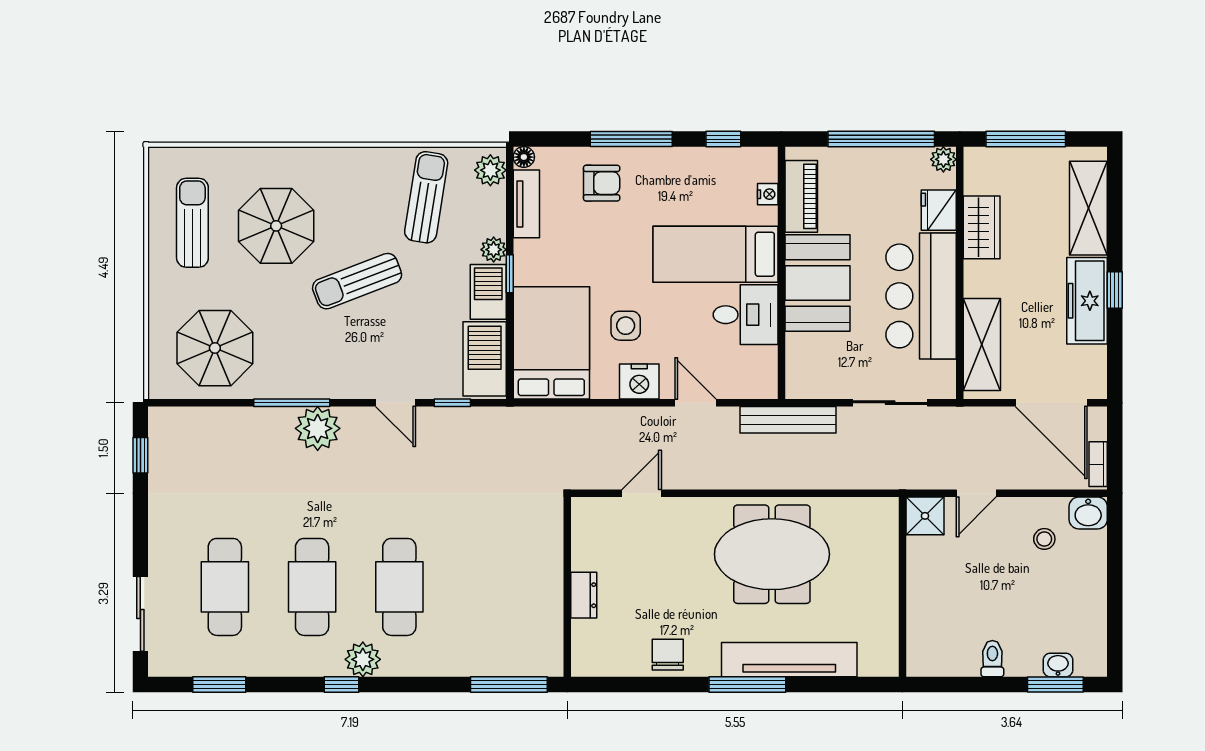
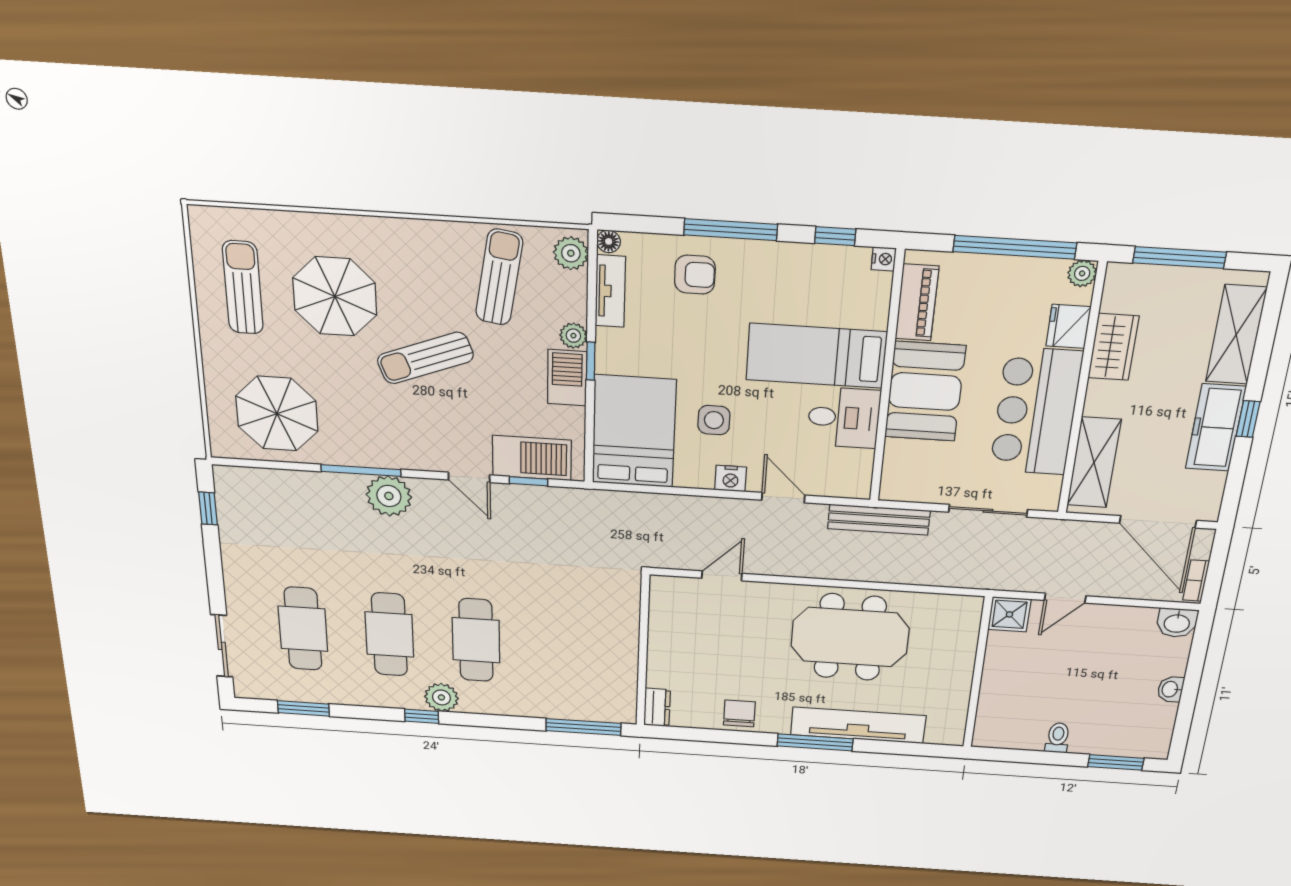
nightstand: (768, 194) -> (884, 259), moved
barbecue: (485, 359) -> (532, 458), moved, turned 90
nightstand: (639, 381) -> (731, 479), width x0.74, depth x0.75
stool: (1044, 539) -> (1128, 642), removed
dresser: (584, 595) -> (657, 707), moved
washbasin: (1058, 665) -> (1170, 689), moved, turned -90

